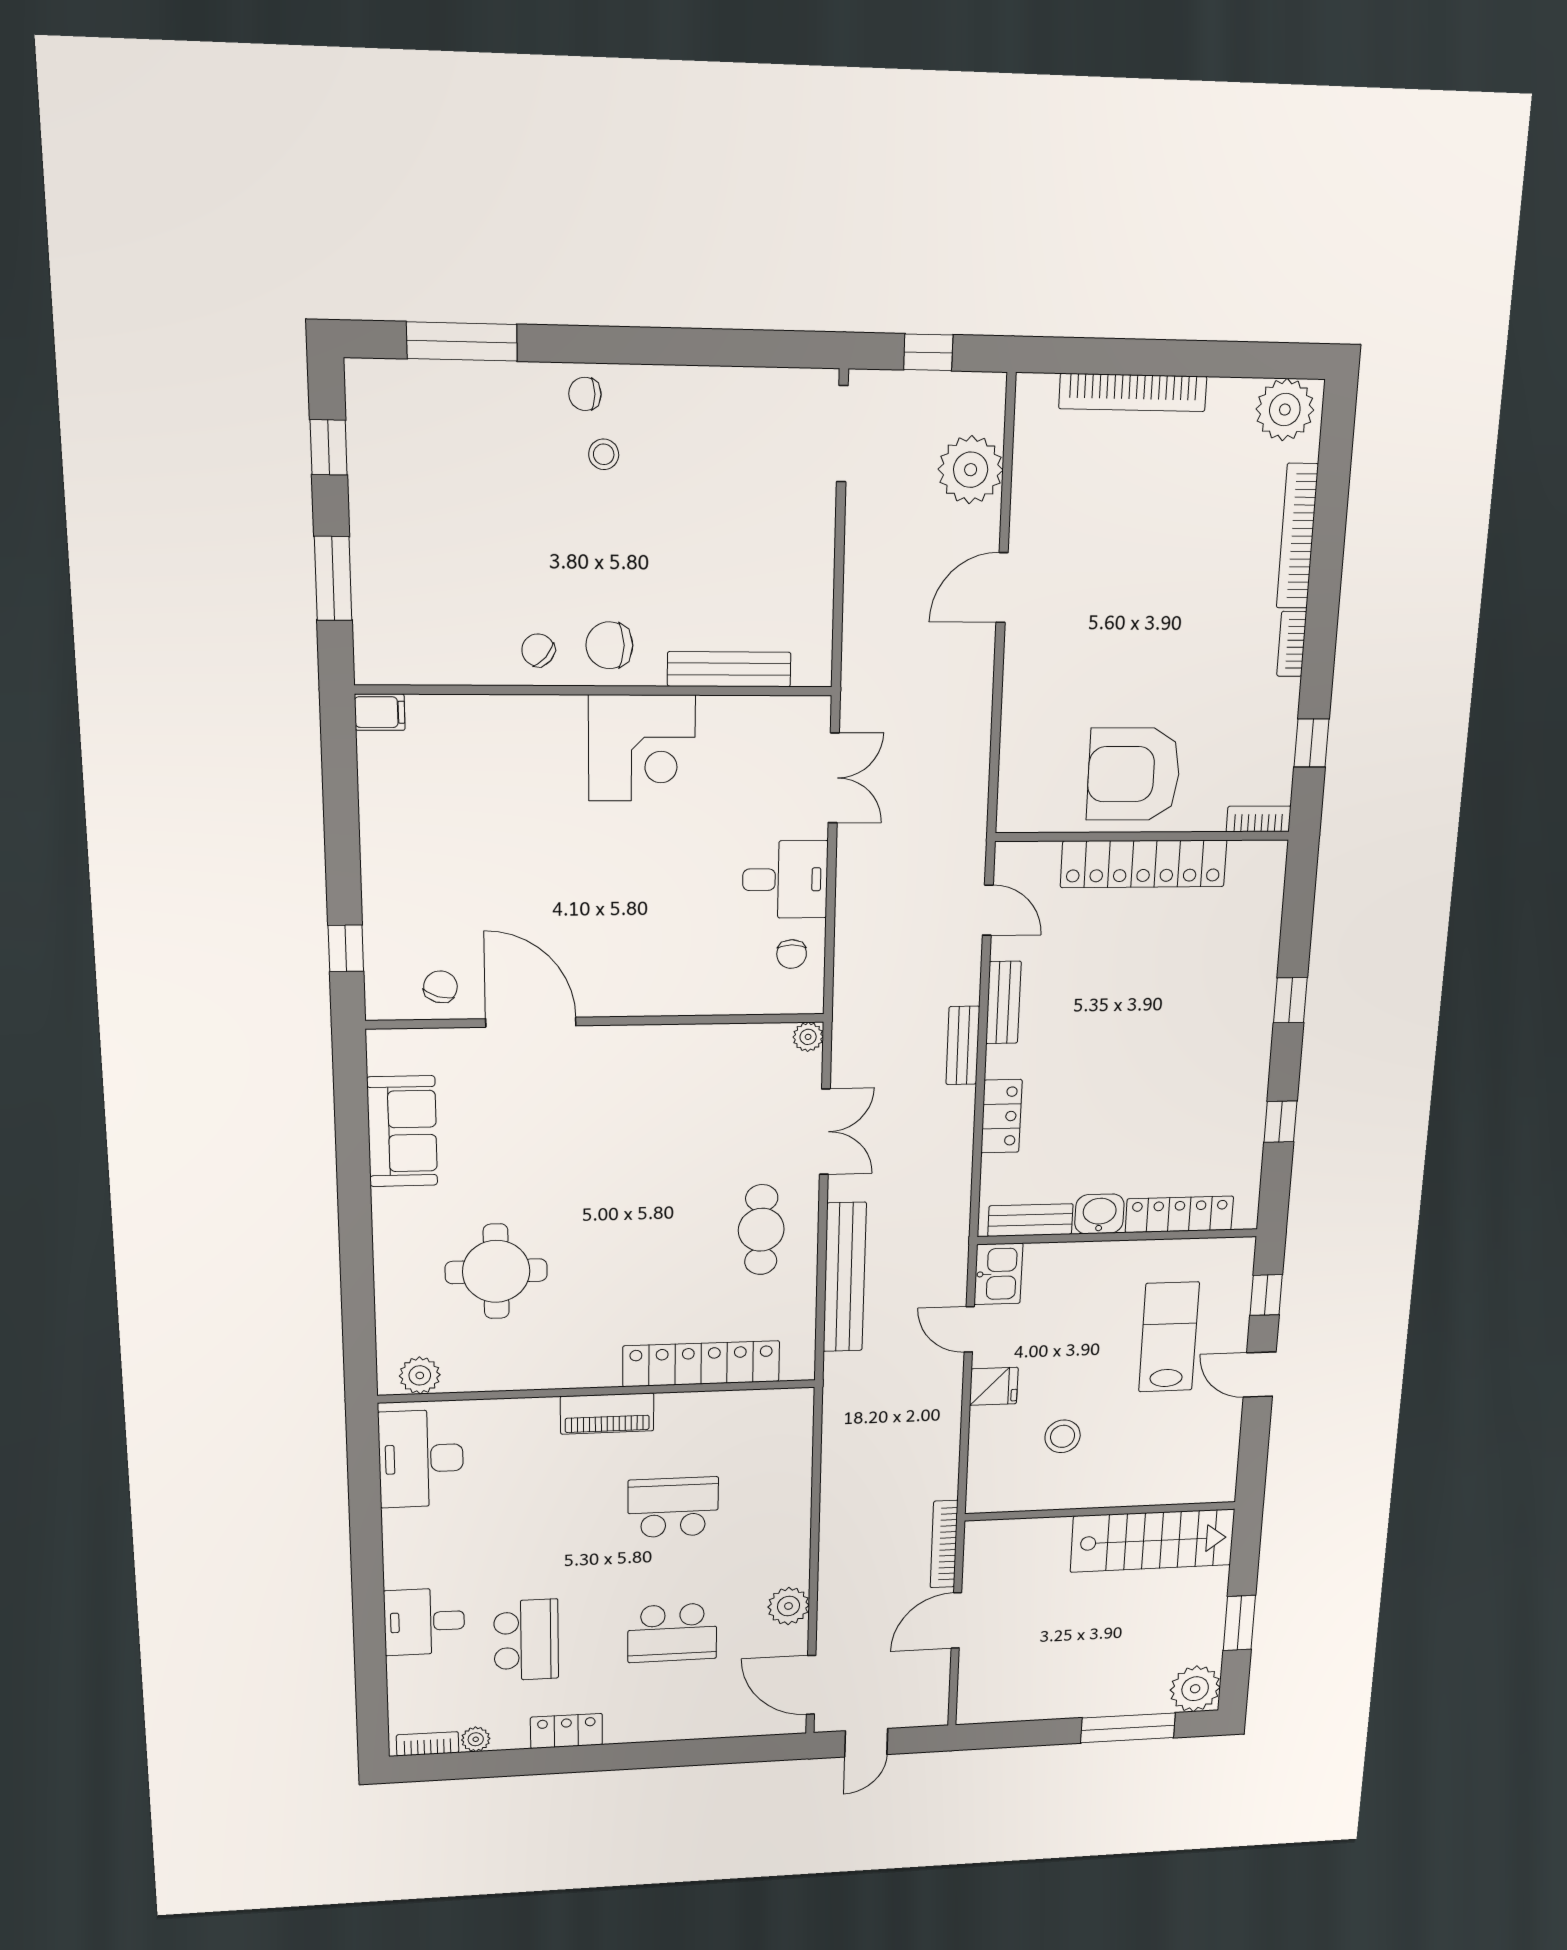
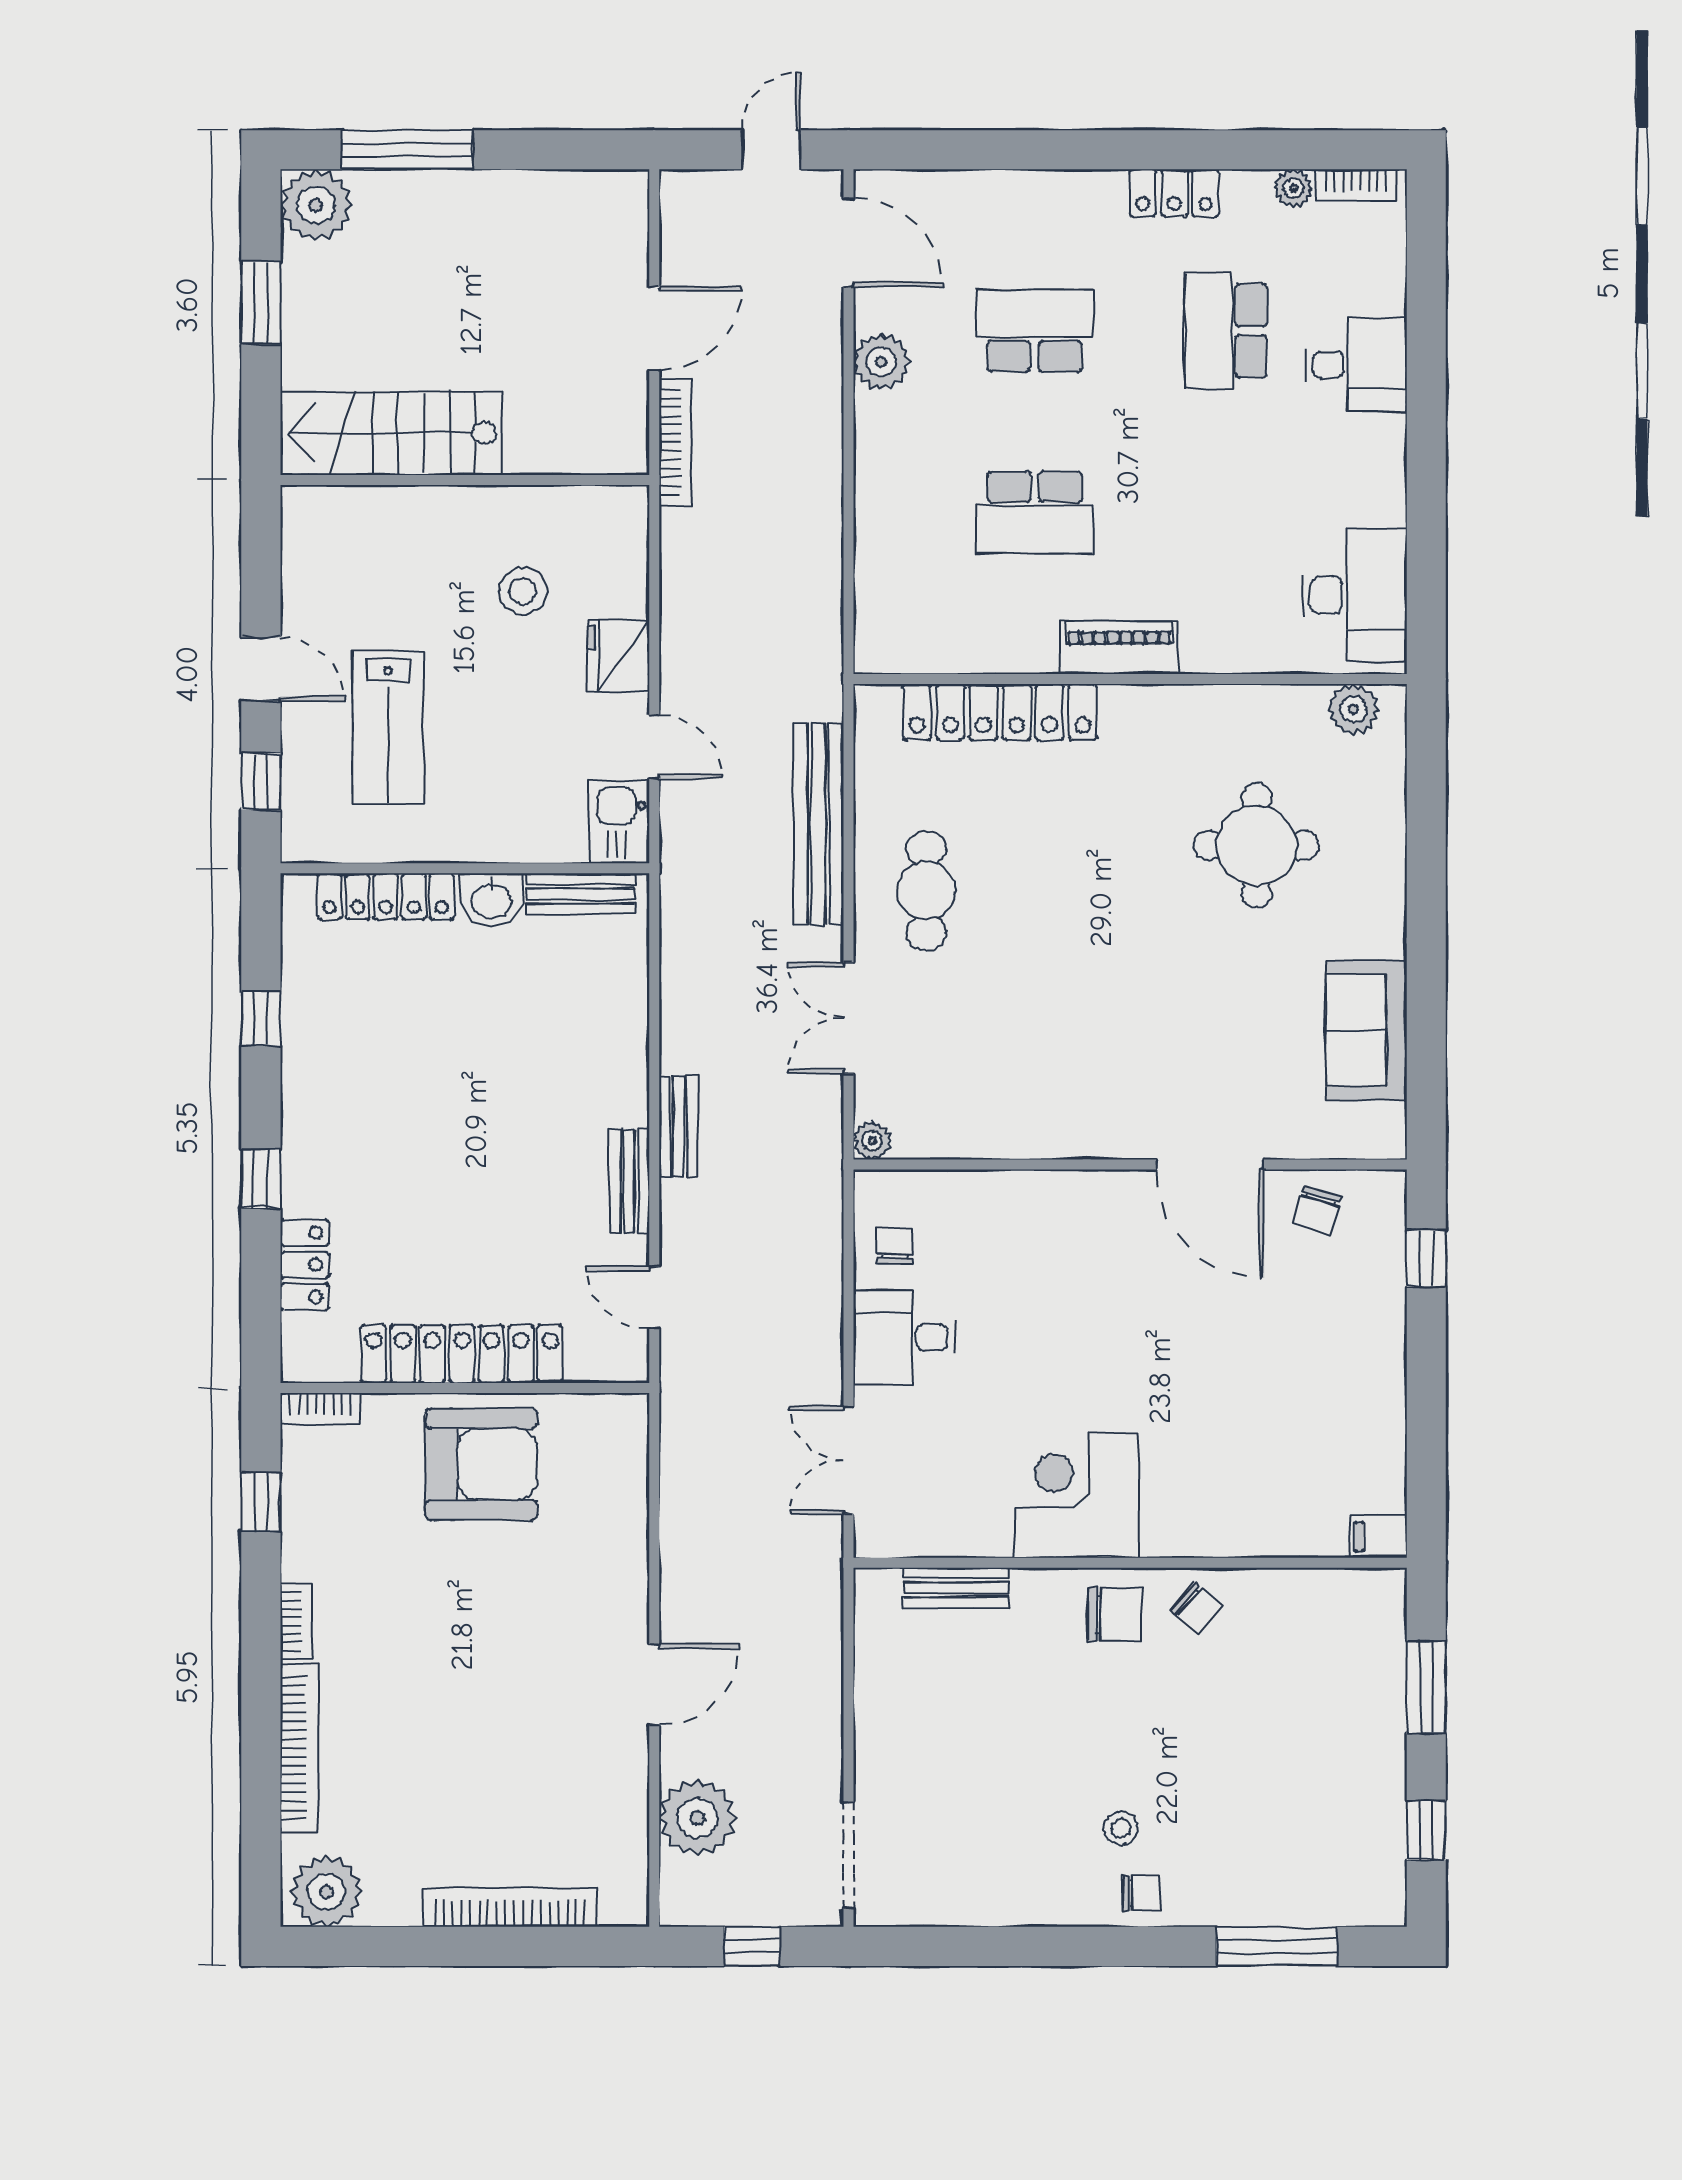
bench: (729, 669) -> (956, 1588), width x0.73
locker: (1001, 1116) -> (305, 1265), moved, turned 180
fridge: (994, 1386) -> (618, 656), width x1.38

